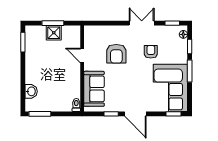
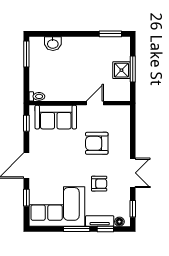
tv unit: (183, 51) -> (100, 221), added
window: (111, 114) -> (26, 123), moved
window: (173, 114) -> (26, 198), moved

